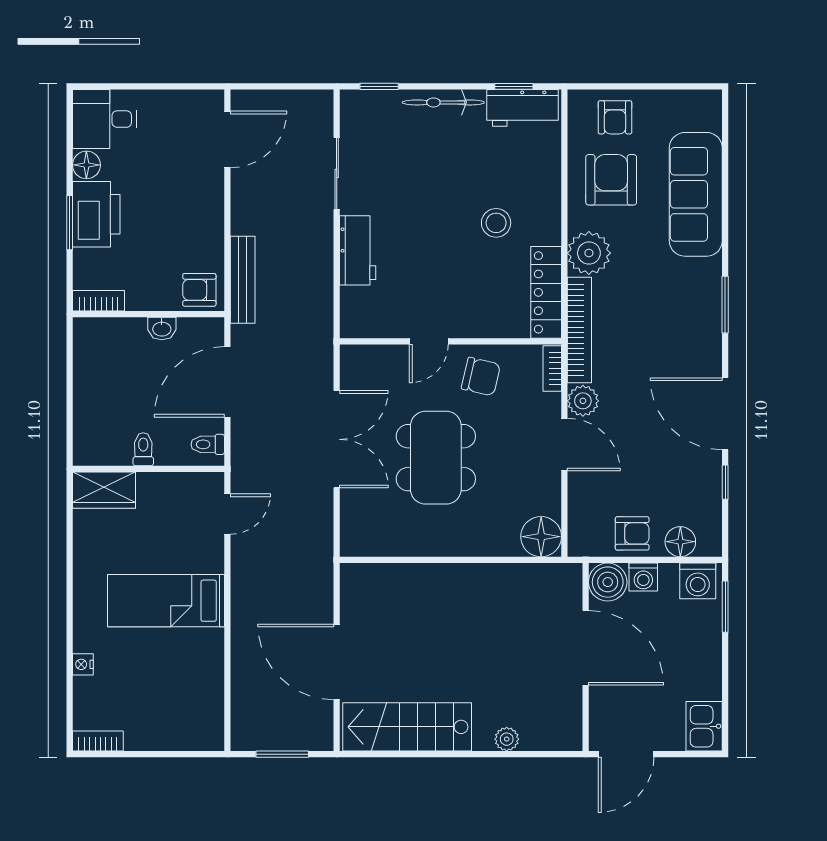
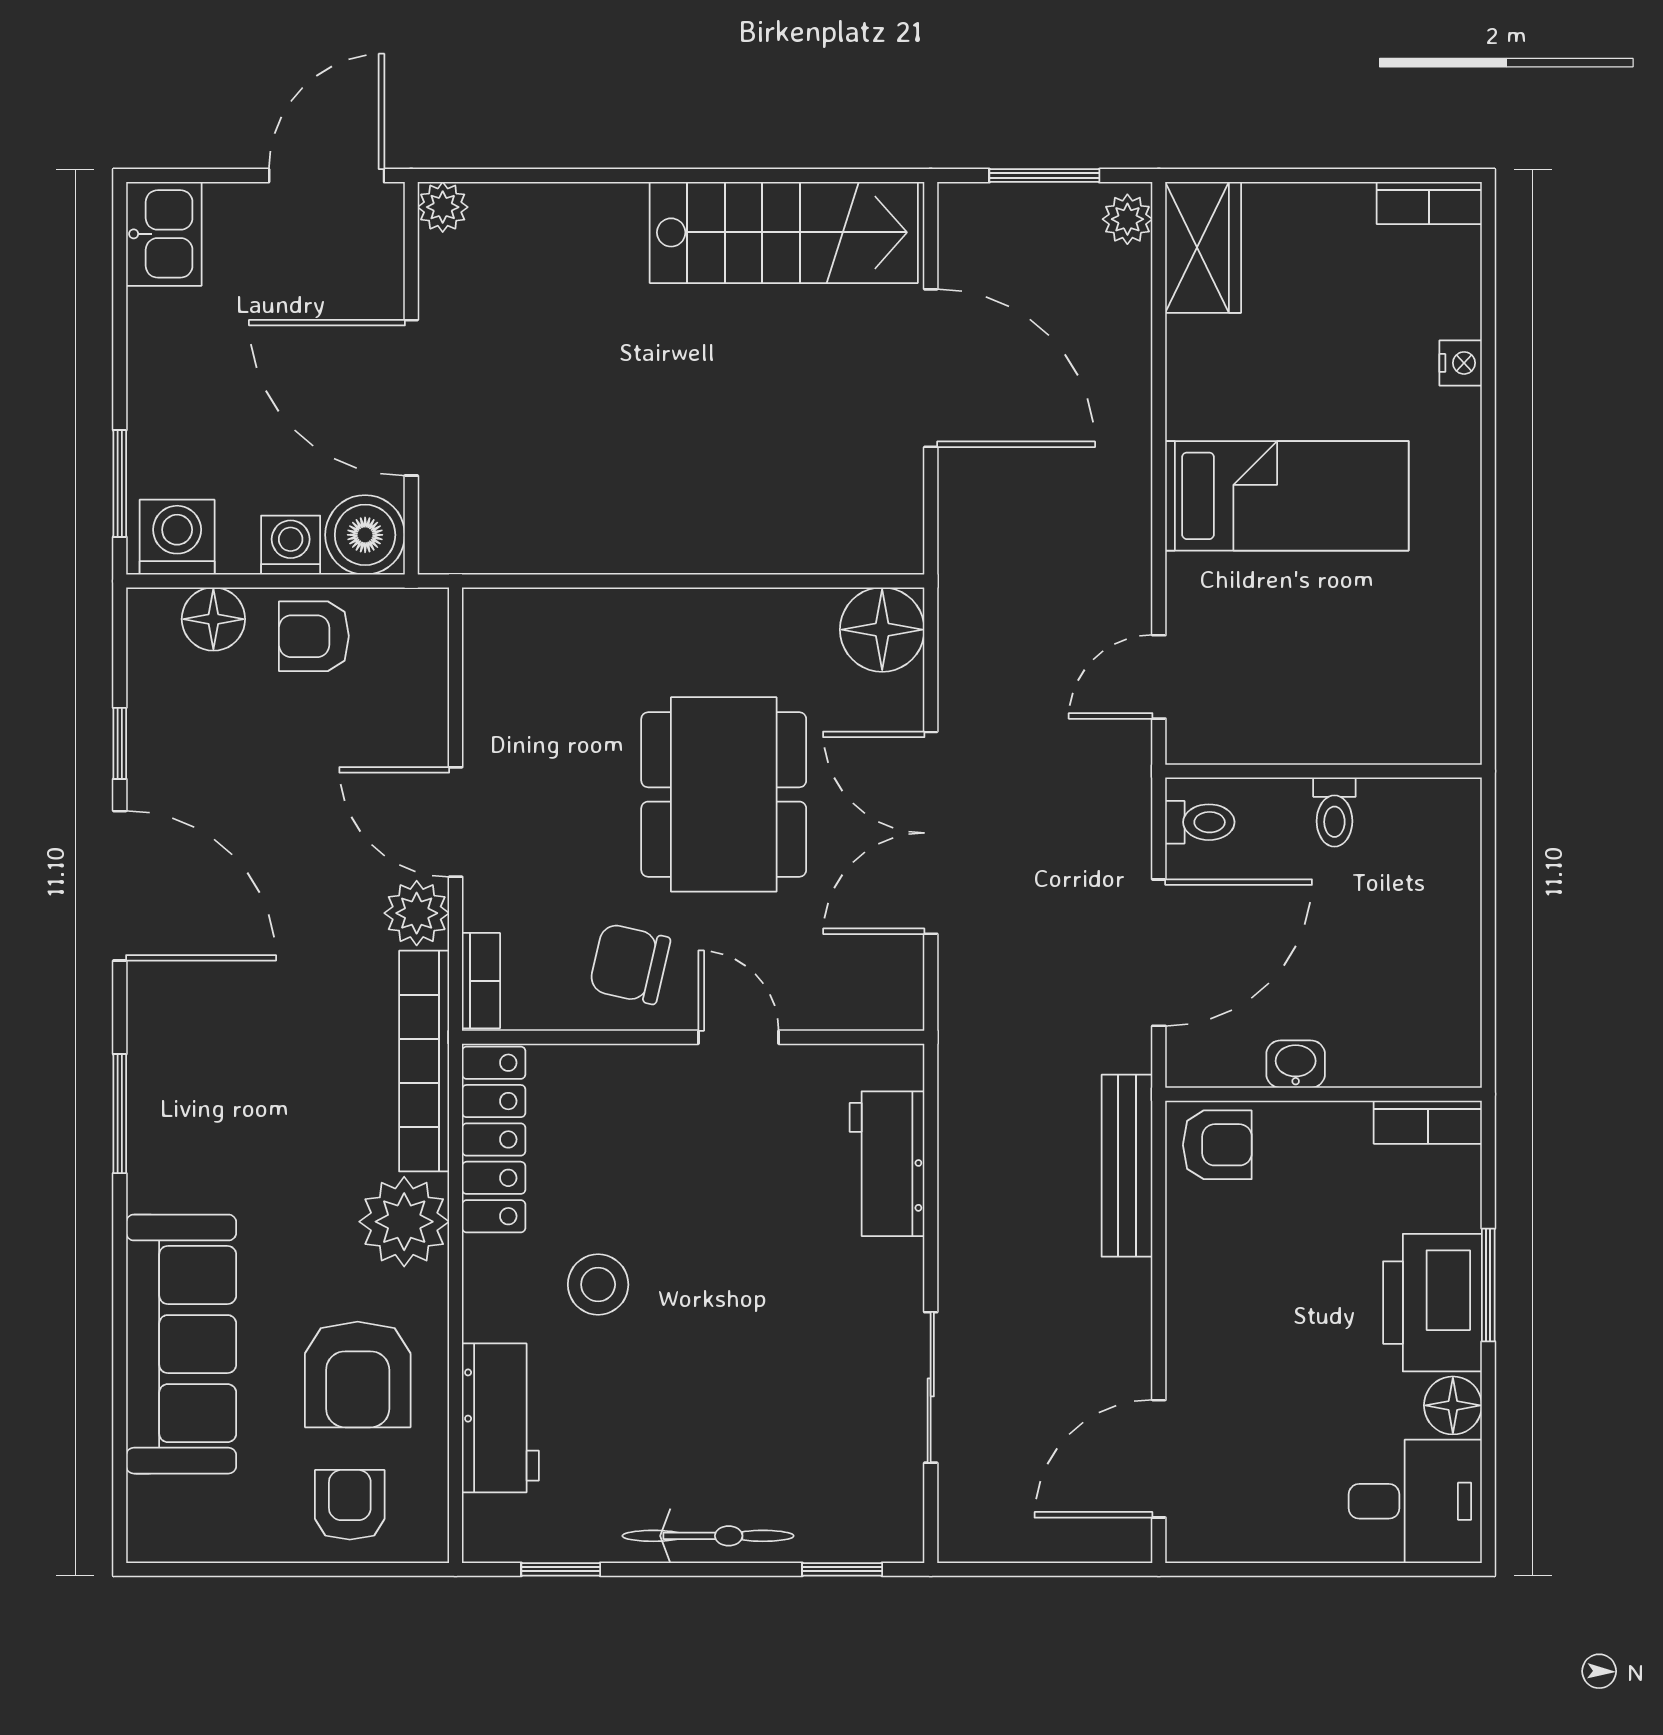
workbench: (523, 108) -> (500, 1418), moved, turned 90
workbench: (358, 250) -> (887, 1164), moved
door: (429, 341) -> (739, 1037), hinge flipped
wardrobe: (104, 490) -> (1203, 247), moved, turned 90
floor lamp: (541, 537) -> (882, 630), moved
plant: (242, 733) -> (1127, 219), added
plant: (507, 739) -> (443, 207), moved

